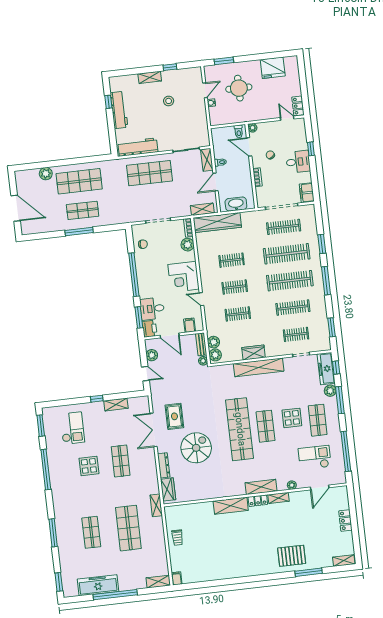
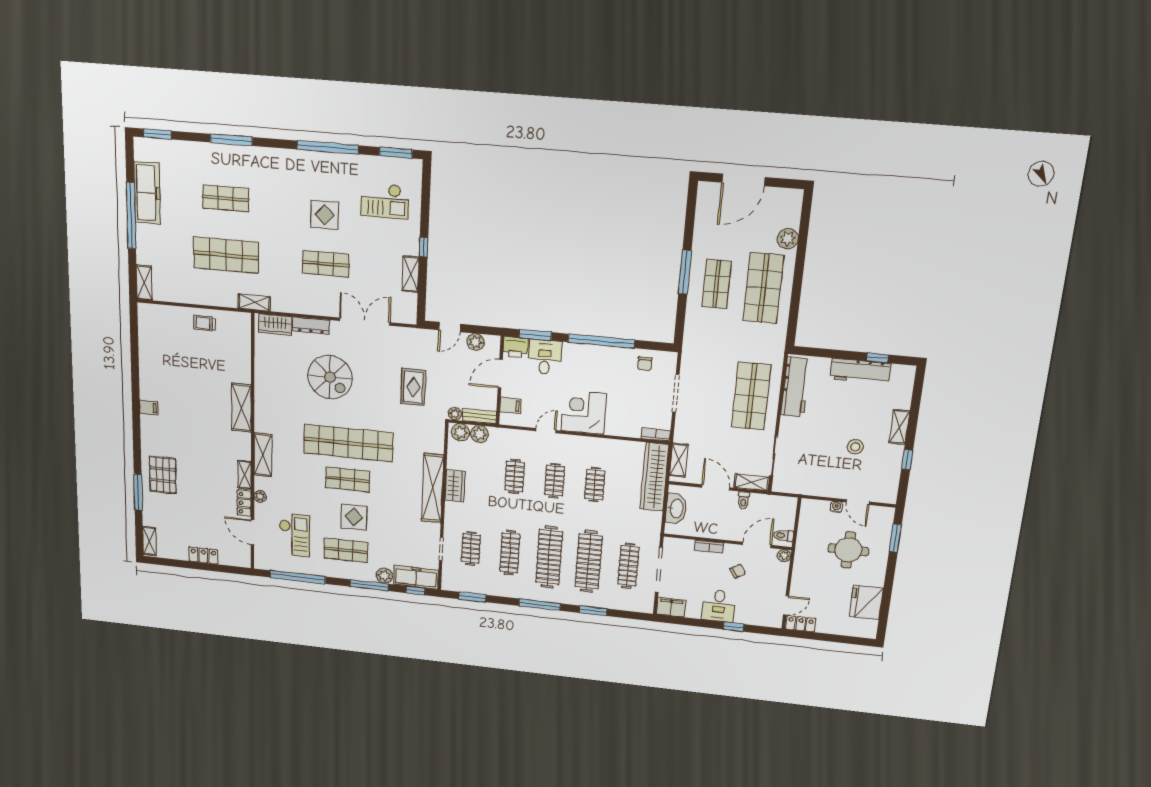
plant: (188, 245) -> (631, 428), removed
rug: (174, 416) -> (413, 387), moved, turned 90
locker: (258, 501) -> (244, 503), moved
filing cabinet: (177, 578) -> (149, 408), moved

